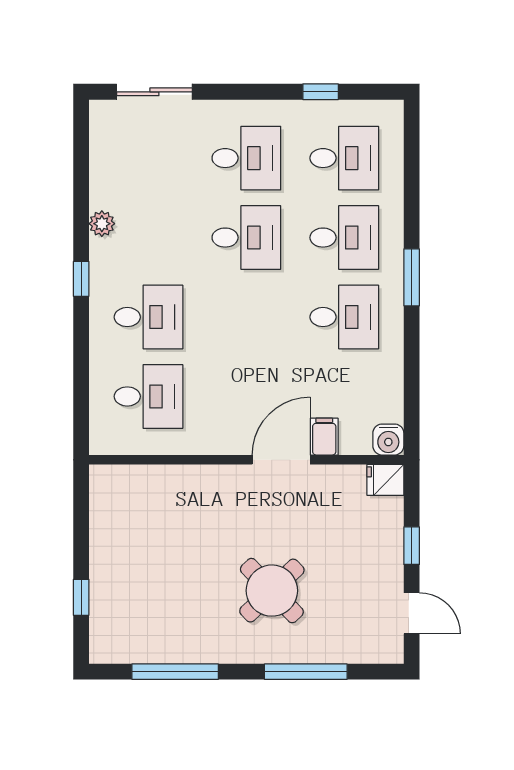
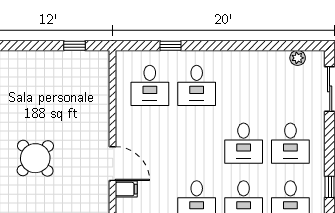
plant: (102, 224) -> (298, 58), moved
window: (81, 279) -> (170, 46), moved
window: (81, 597) -> (75, 46), moved

